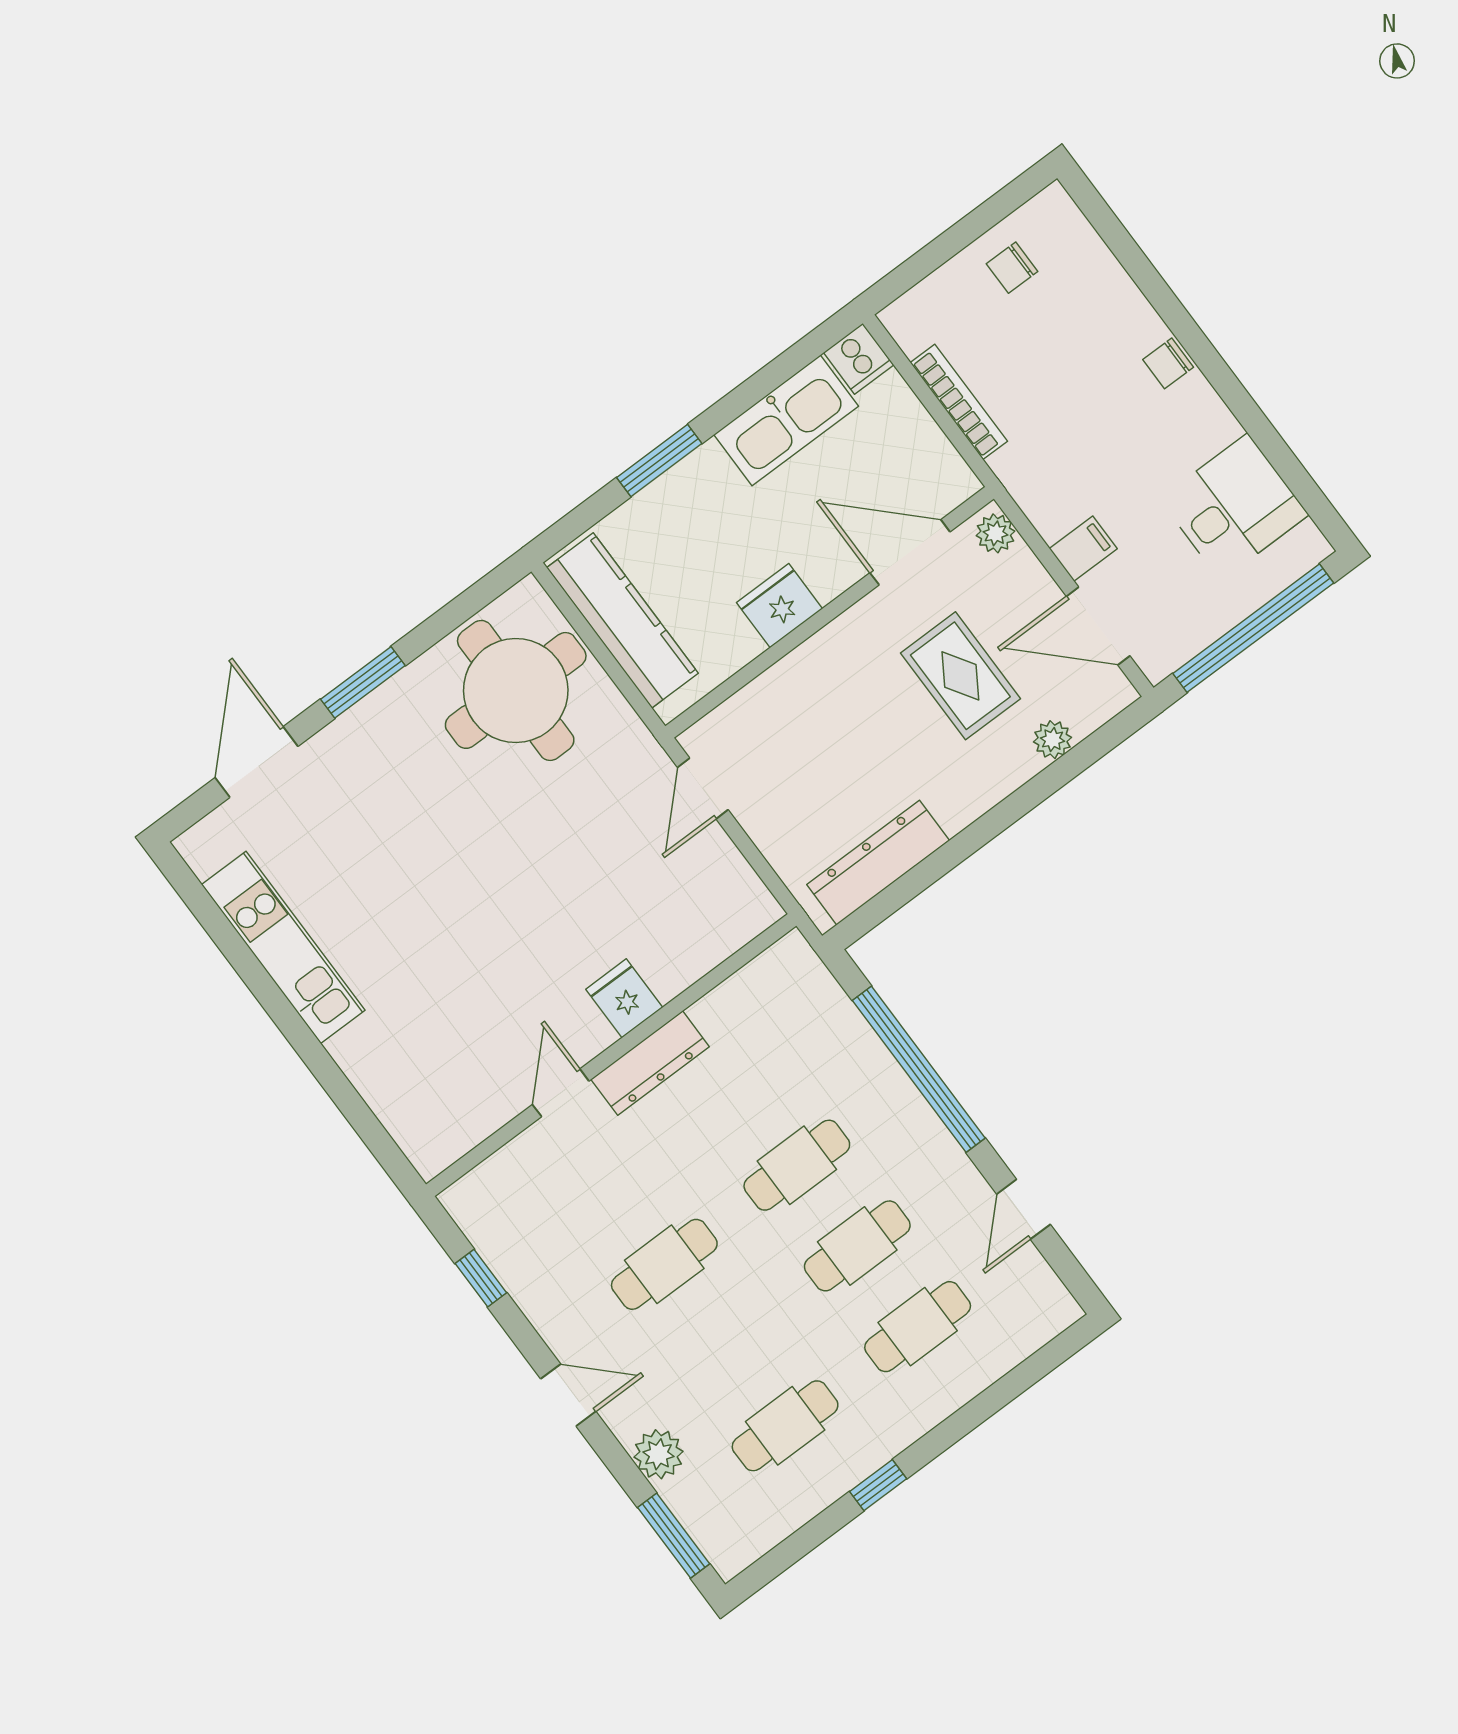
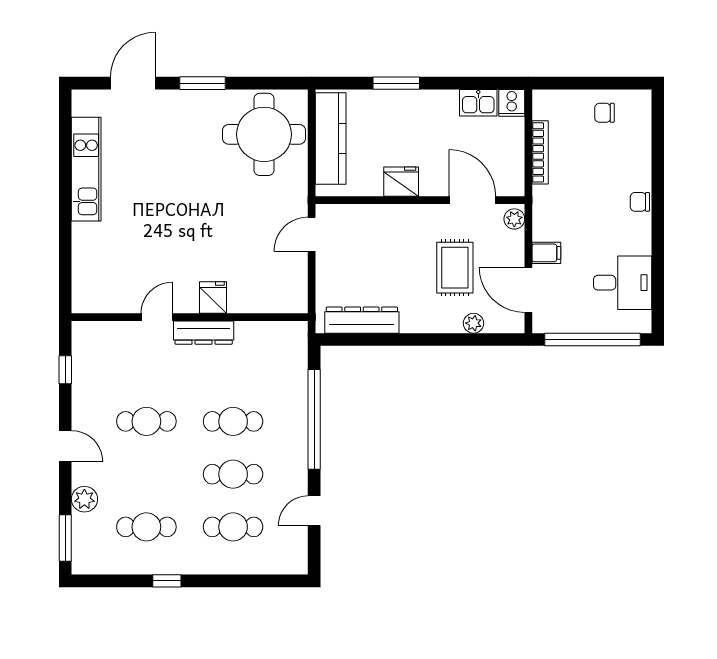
kitchen sink: (786, 420) -> (478, 103), width x0.53, depth x0.81

